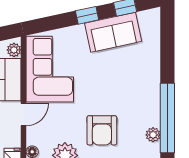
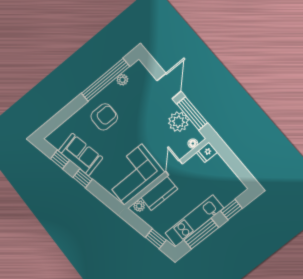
door: (24, 115) -> (174, 168), hinge flipped
armchair: (102, 130) -> (104, 117), moved

